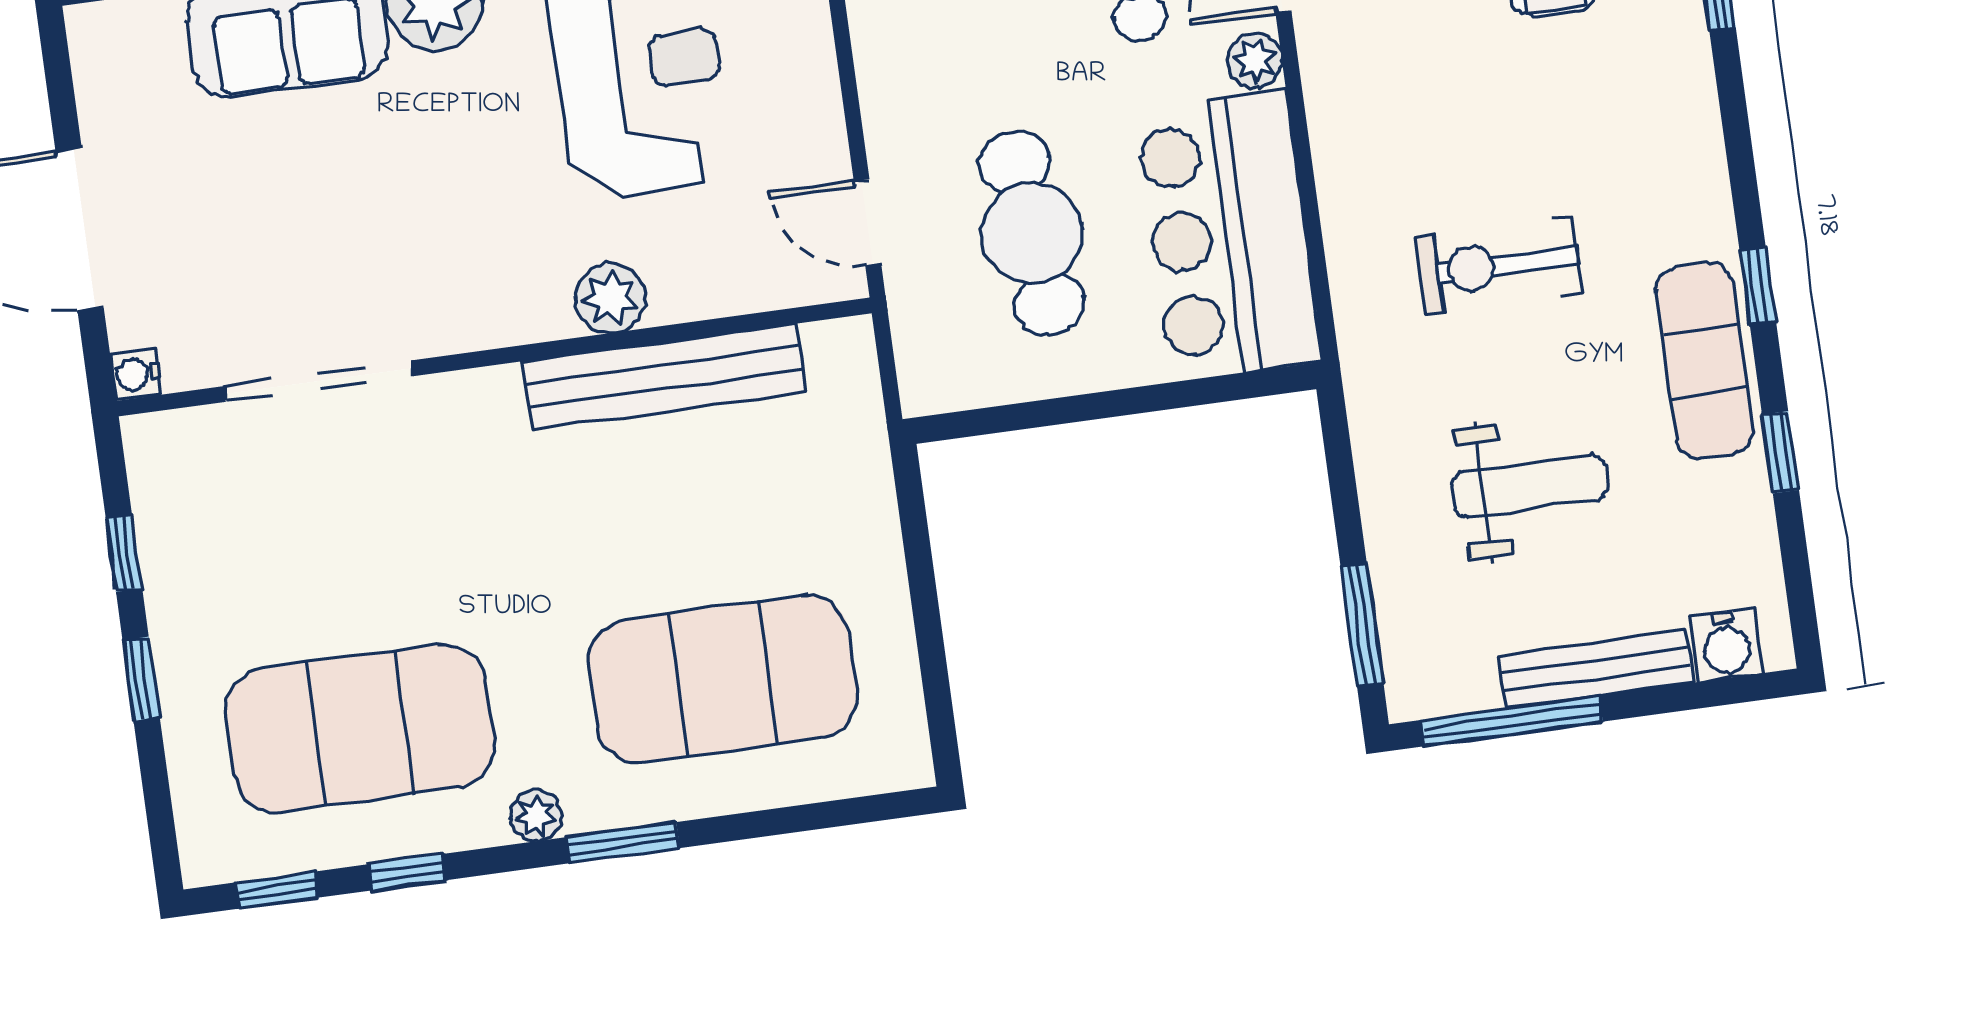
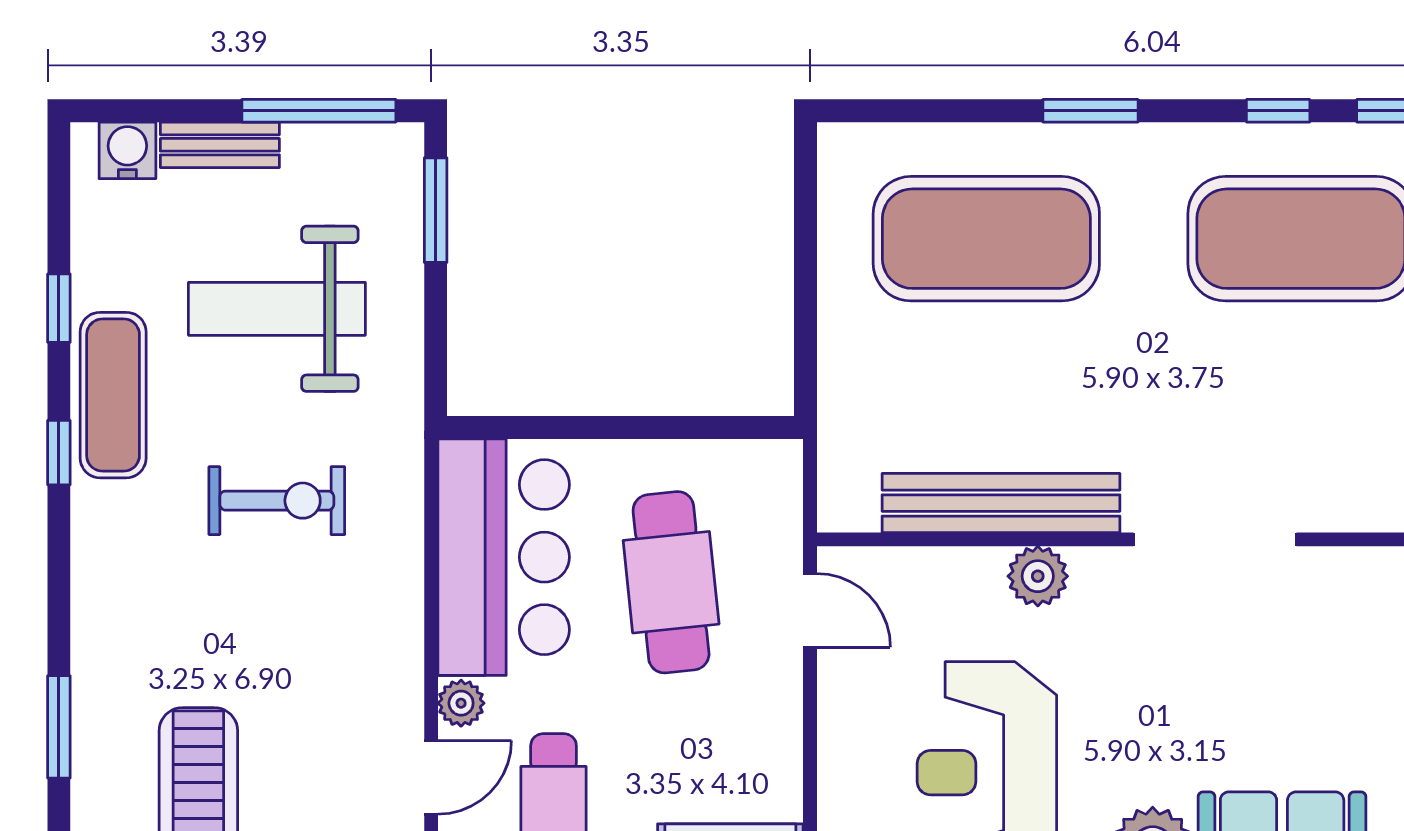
doorway: (319, 381) -> (1215, 539), moved
weight bench: (1529, 486) -> (277, 309), width x1.36, depth x1.33
bench: (1596, 669) -> (220, 145), width x0.73
plant: (536, 816) -> (1162, 144), removed

